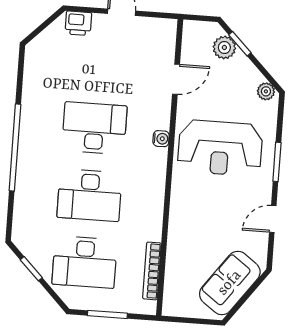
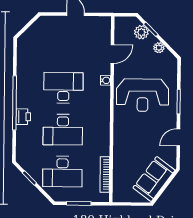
printer: (78, 23) -> (23, 117), moved, turned -90
plant: (266, 91) -> (159, 48), moved
water cooler: (161, 139) -> (105, 80), moved

